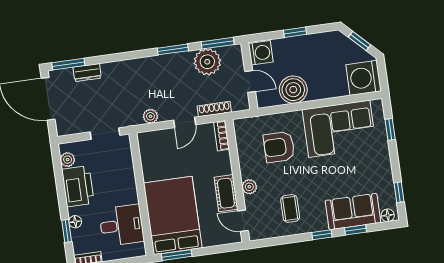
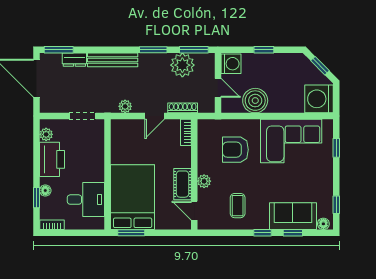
bench: (129, 67) -> (113, 60), added

